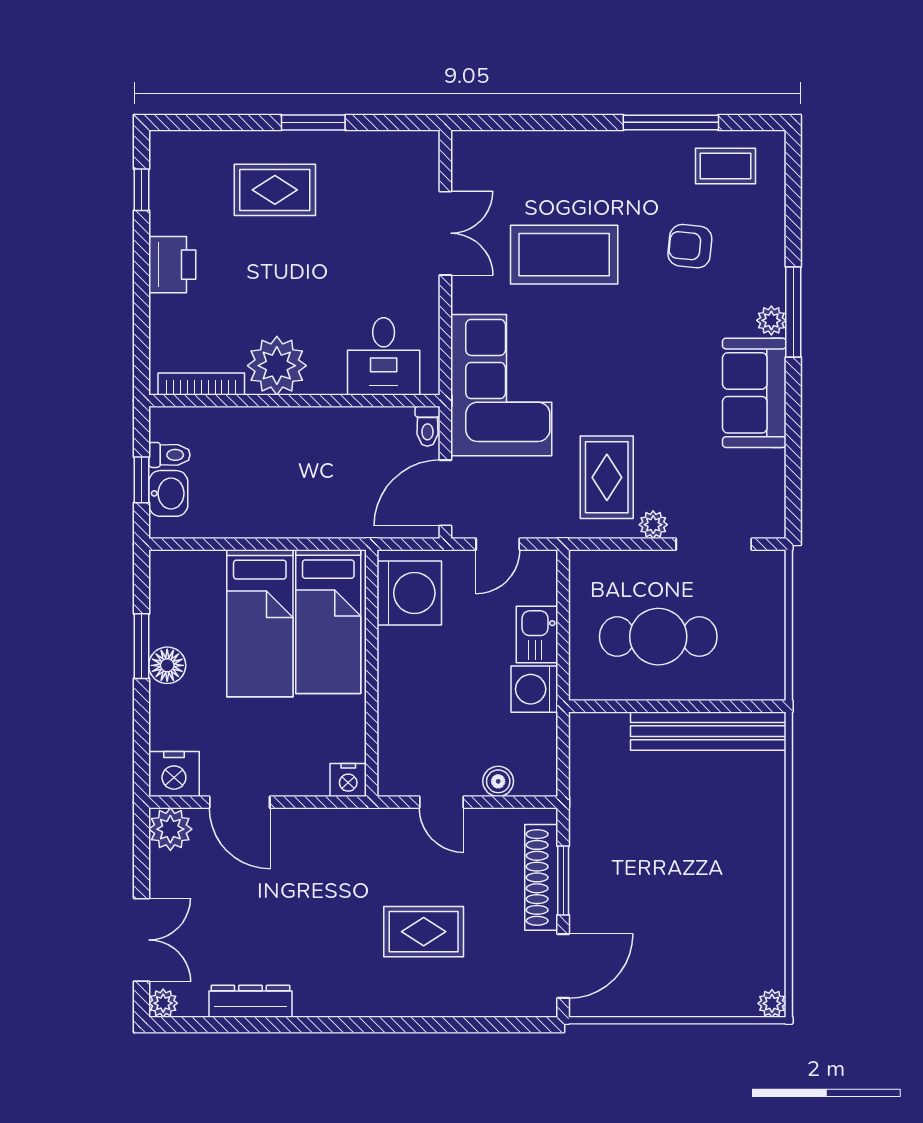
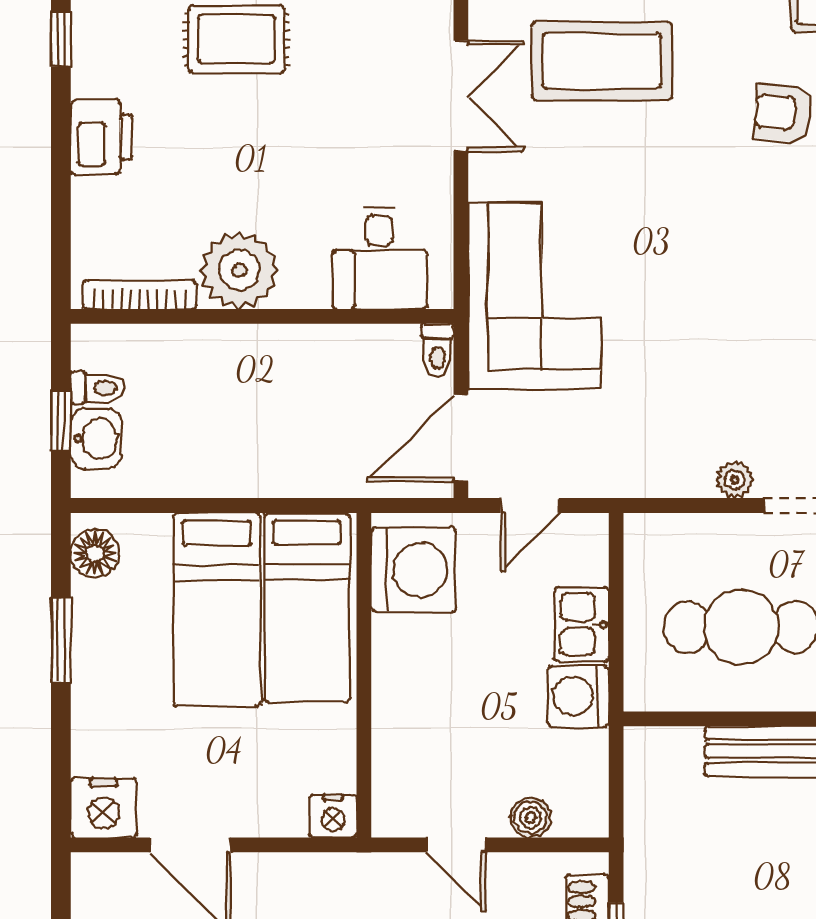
coffee table: (564, 255) -> (602, 61), moved
rug: (607, 477) -> (674, 417), removed
floor lamp: (167, 665) -> (95, 553), moved
plant: (170, 829) -> (99, 880), removed

